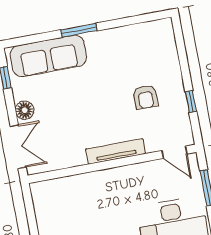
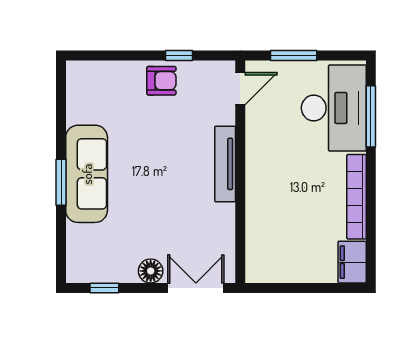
sofa: (48, 56) -> (87, 174), moved
armchair: (145, 97) -> (161, 81), moved

